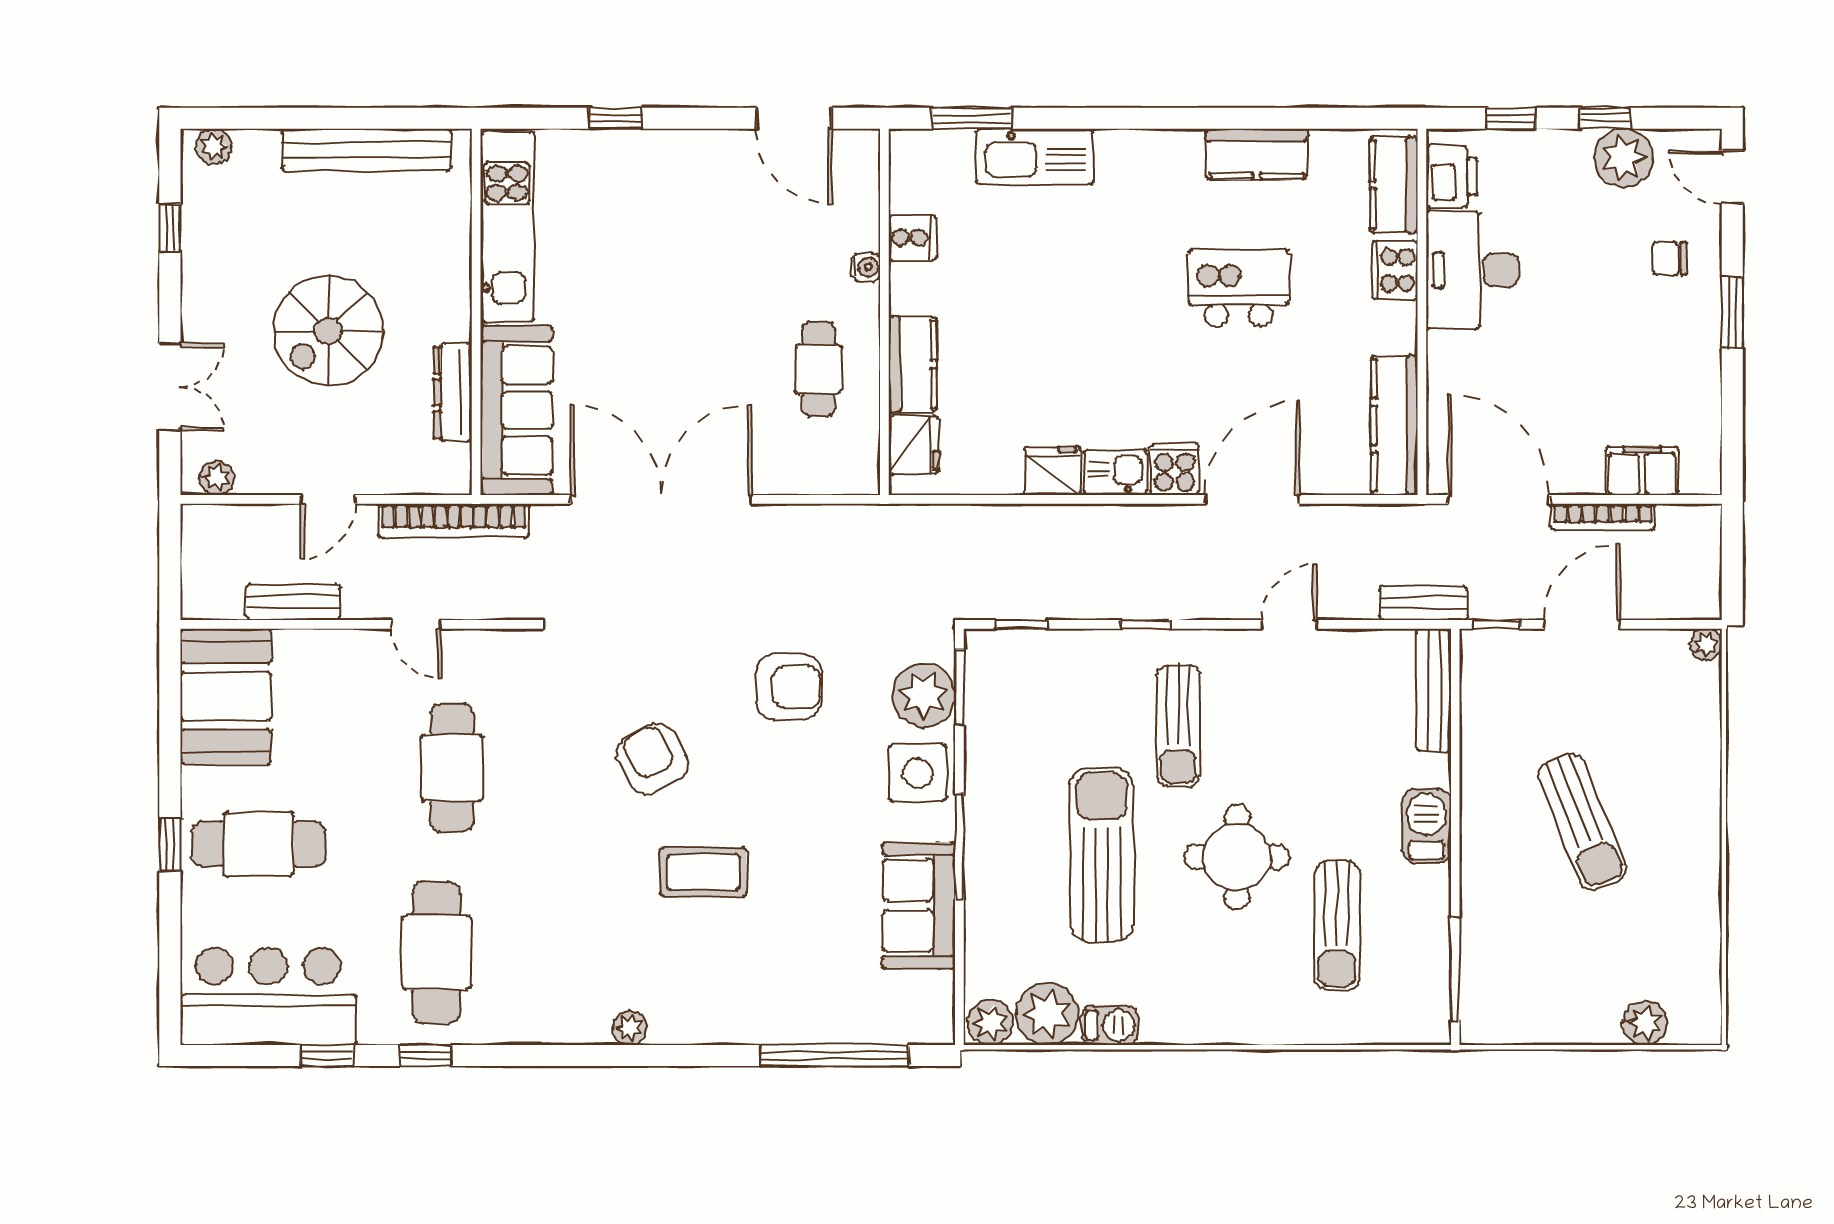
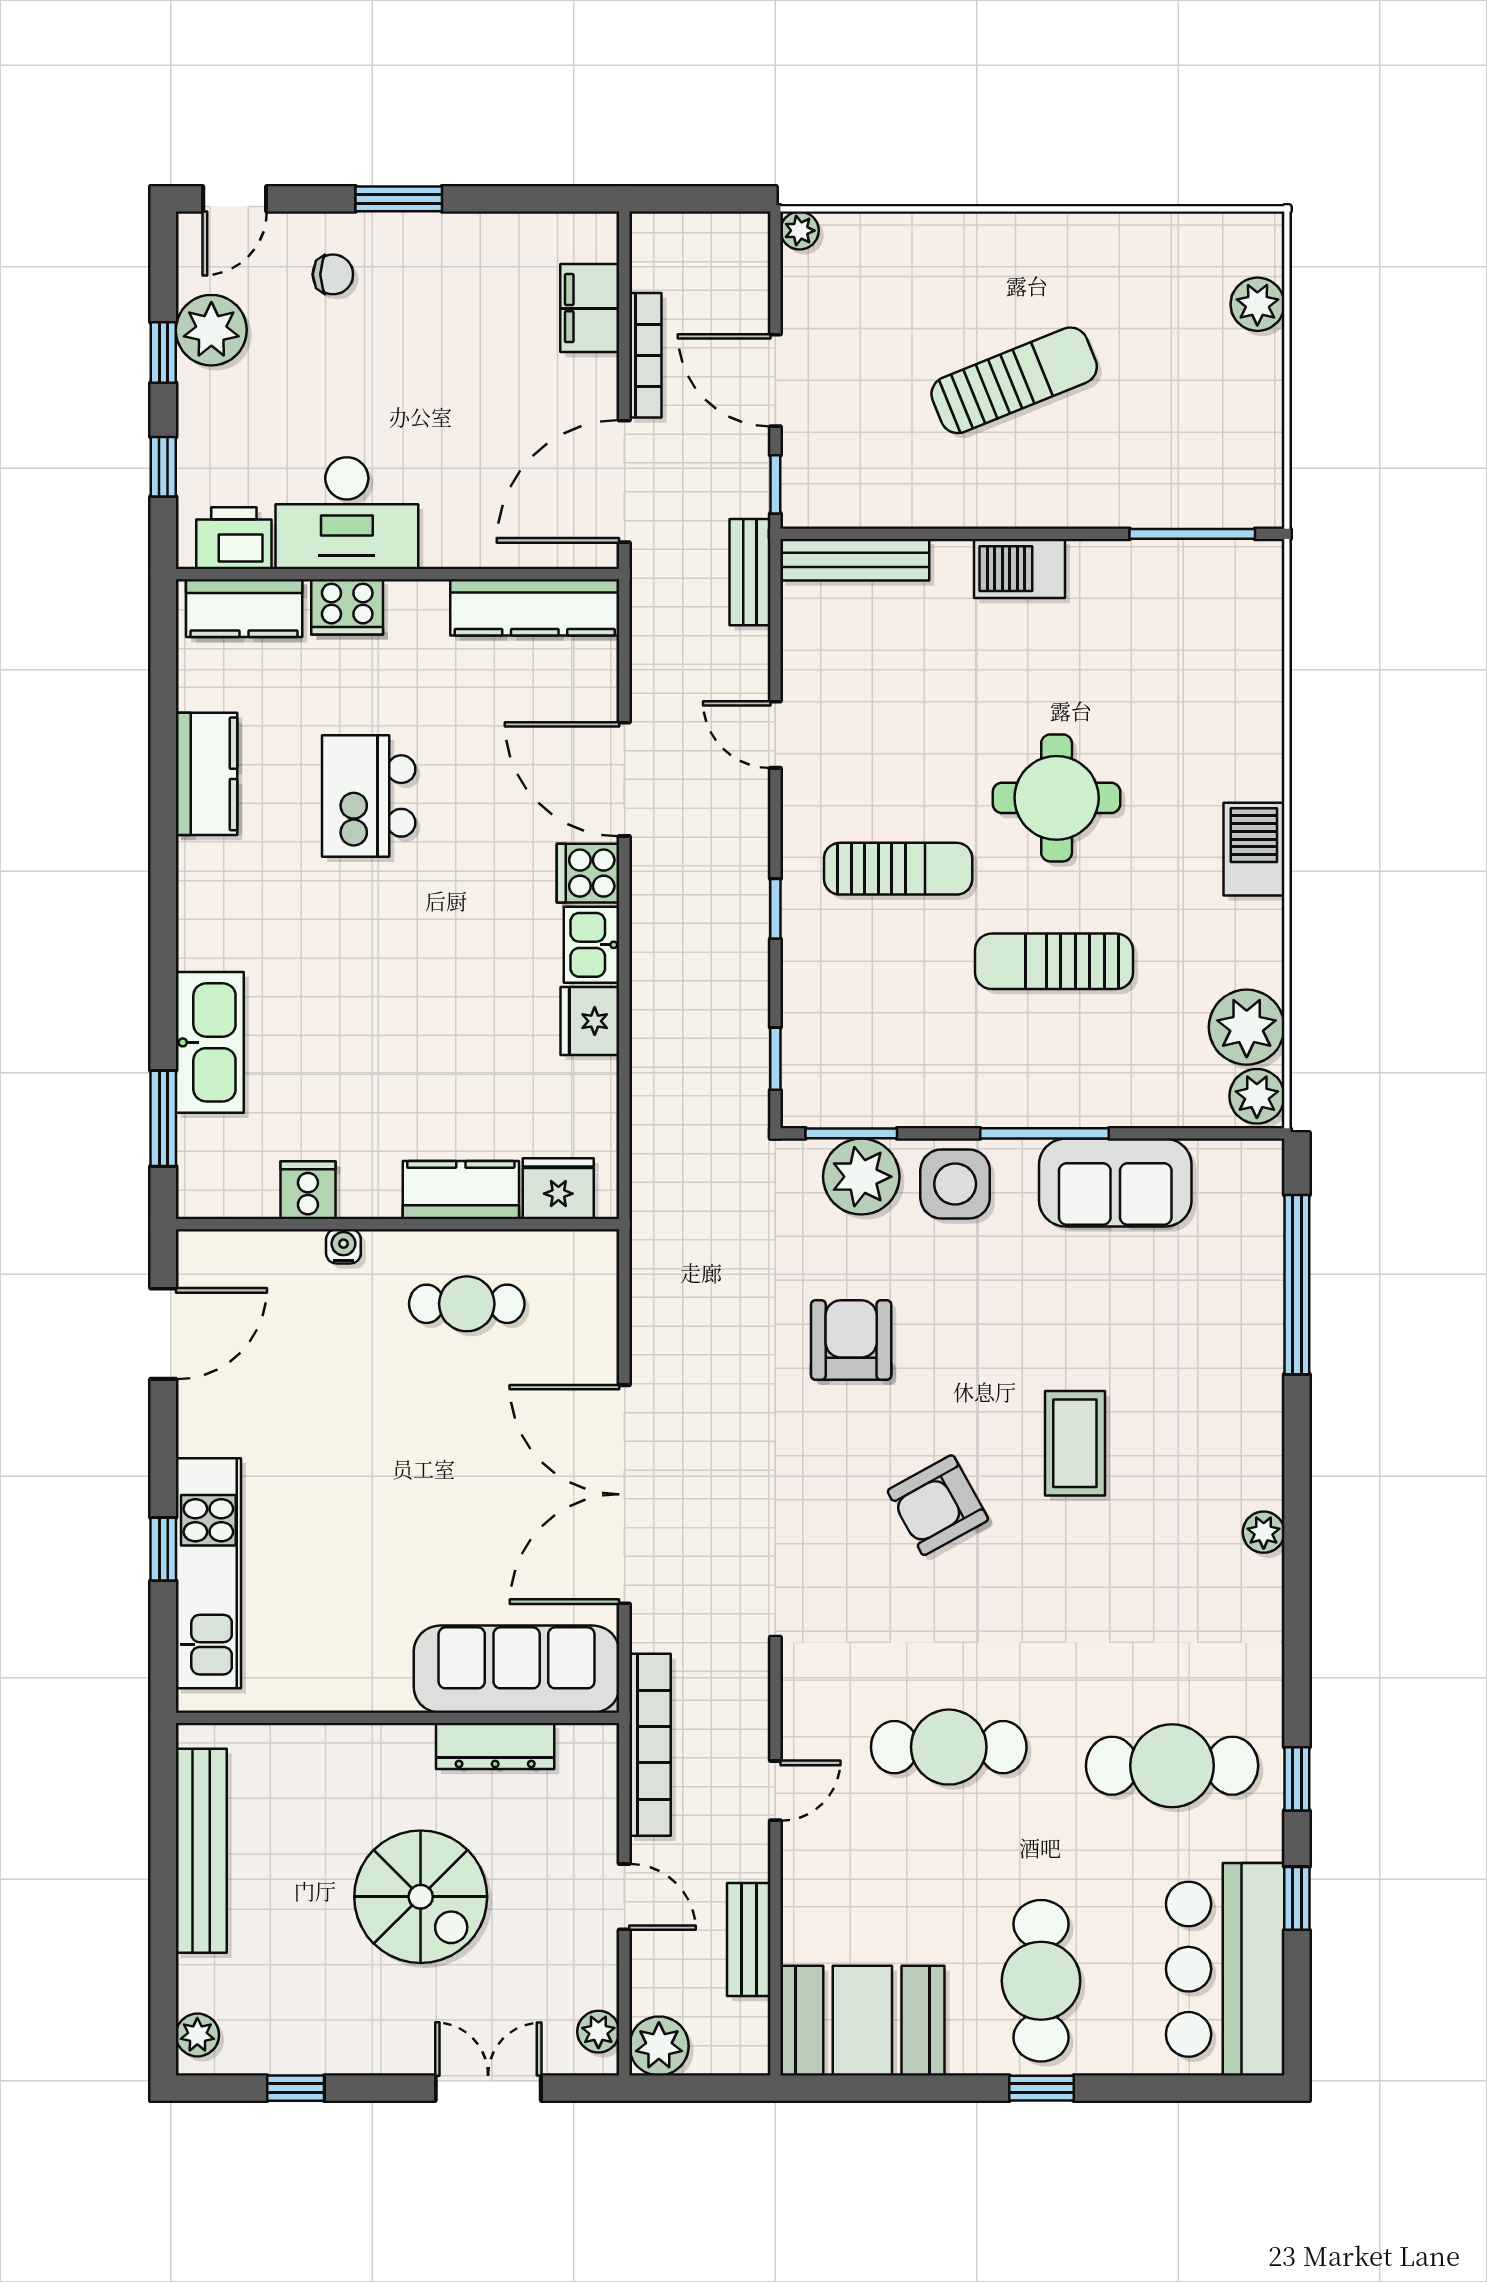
kitchen unit: (507, 227) -> (208, 1573), moved, turned 90
chair: (1670, 258) -> (333, 274), turned -90
plant: (205, 528) -> (659, 2046), added
sun lounger: (1102, 855) -> (1054, 961), width x0.73, depth x0.75
sun lounger: (1337, 925) -> (1139, 677), removed
barbecue: (1110, 1025) -> (1254, 849), moved, width x1.38, depth x1.27

